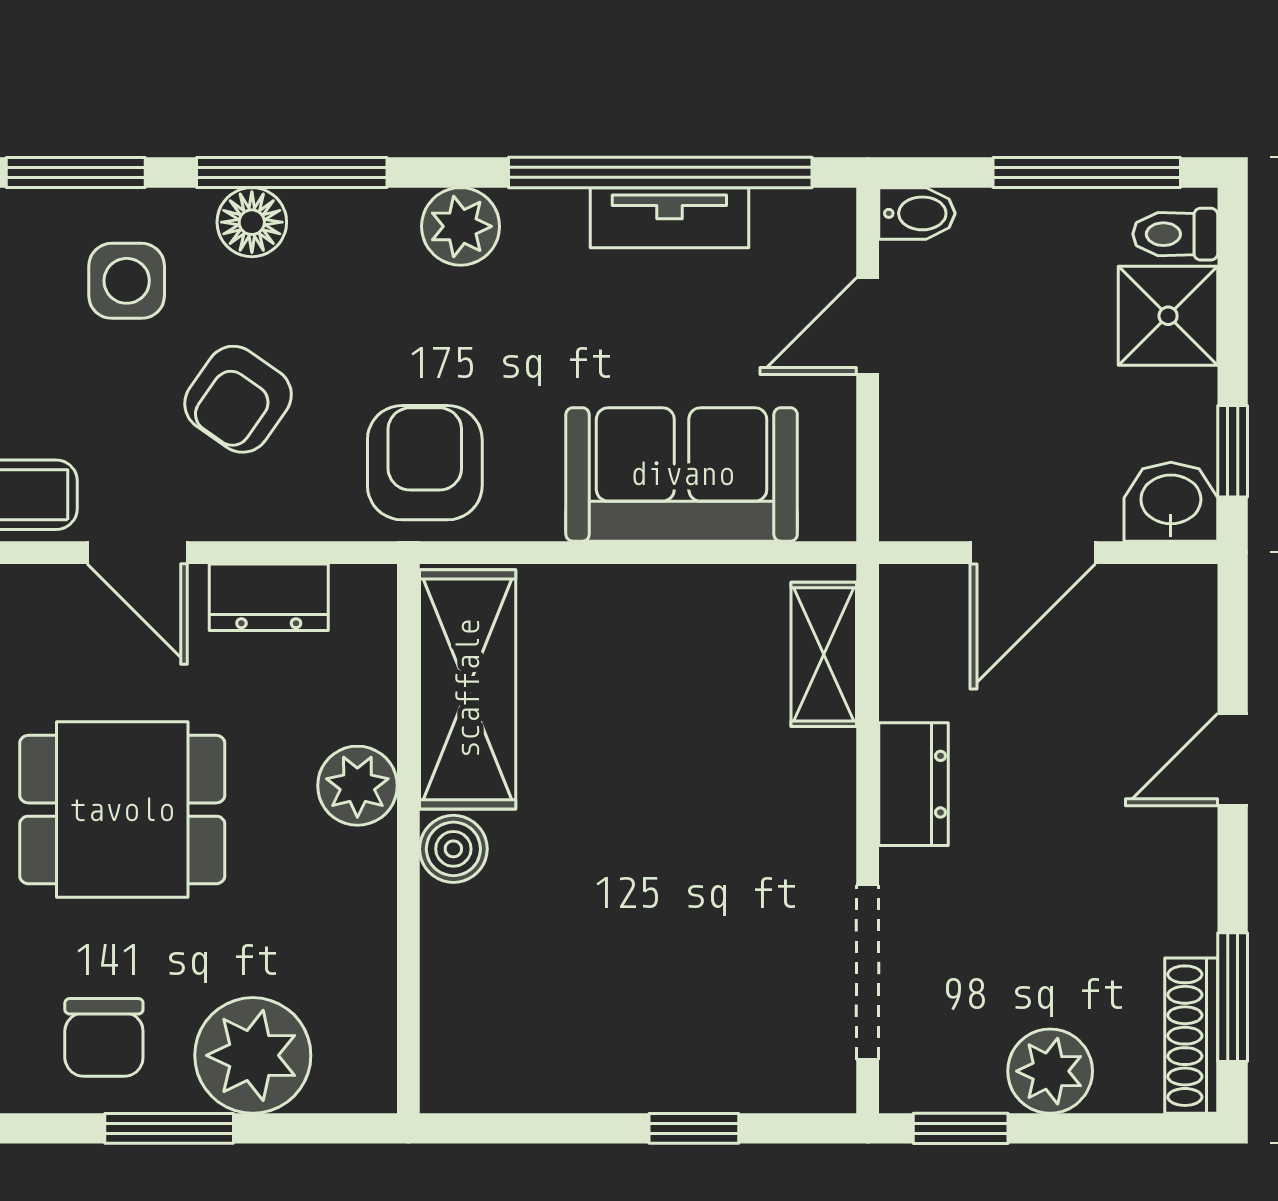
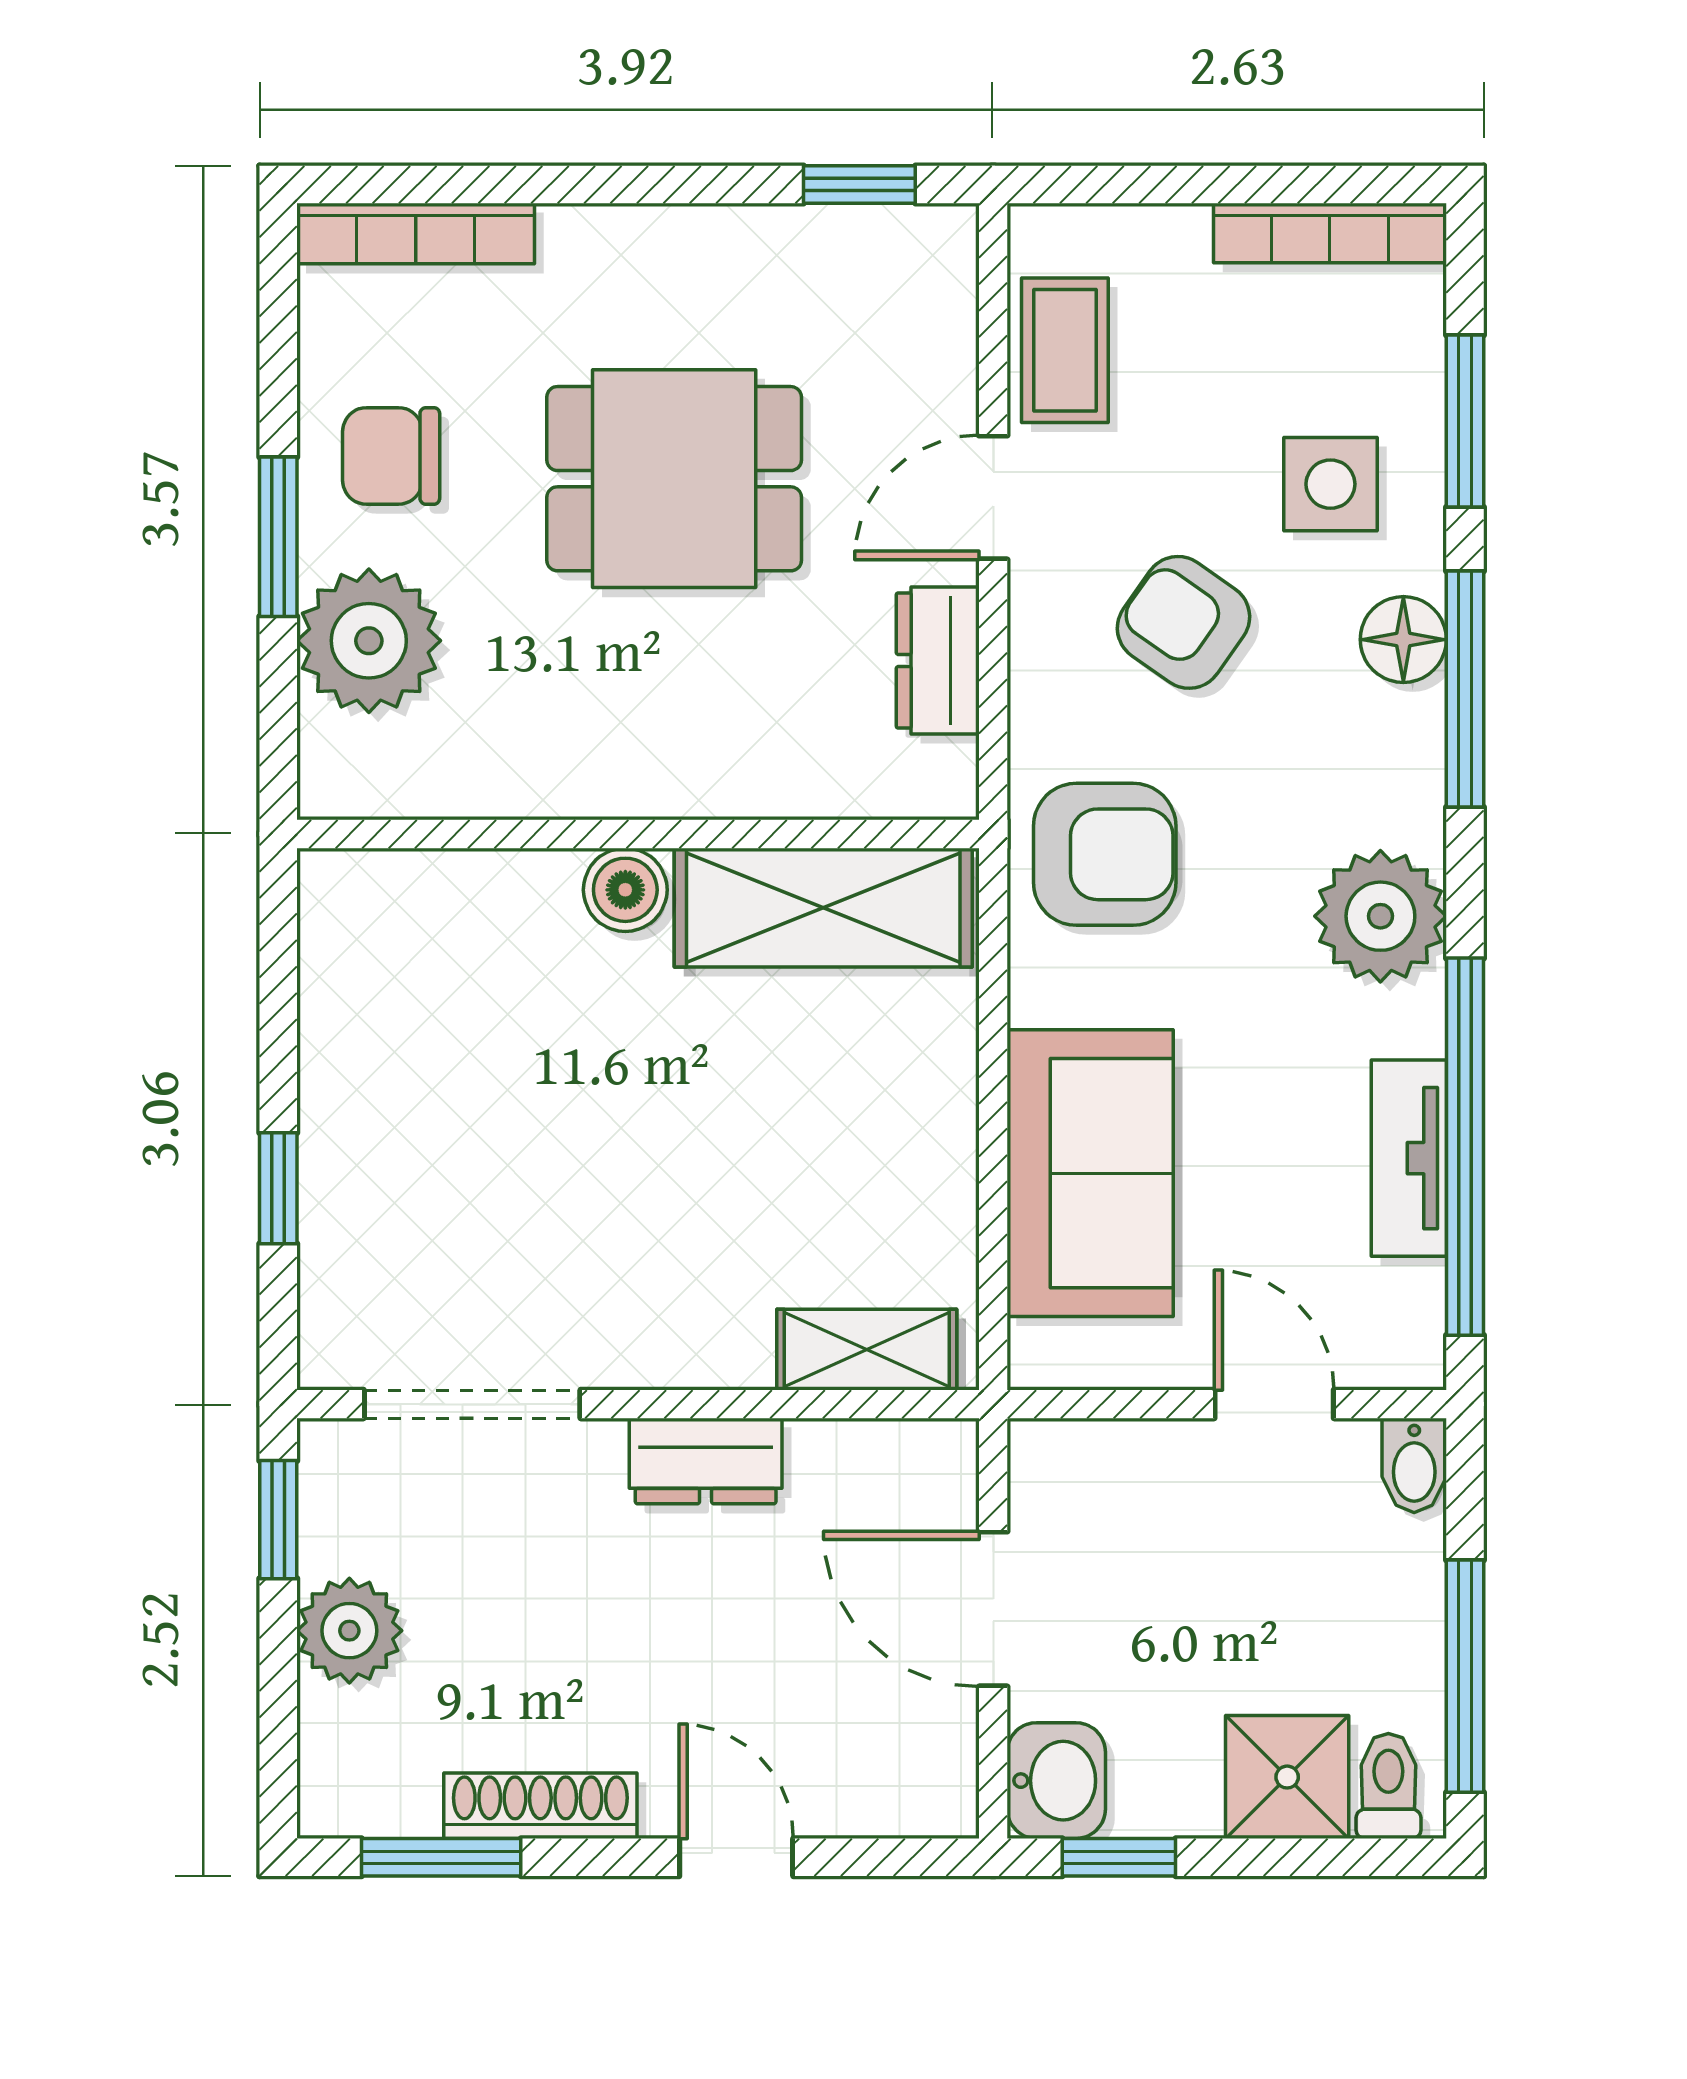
plant: (461, 226) -> (1380, 916), width x1.36, depth x1.36
plant: (357, 786) -> (704, 771), removed
dining table: (122, 810) -> (674, 479), turned 90
shoe rack: (1191, 1036) -> (540, 1806), moved

